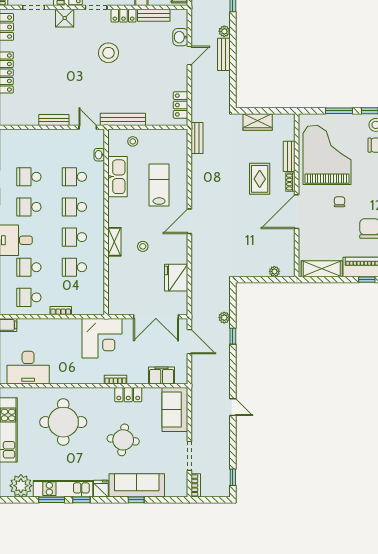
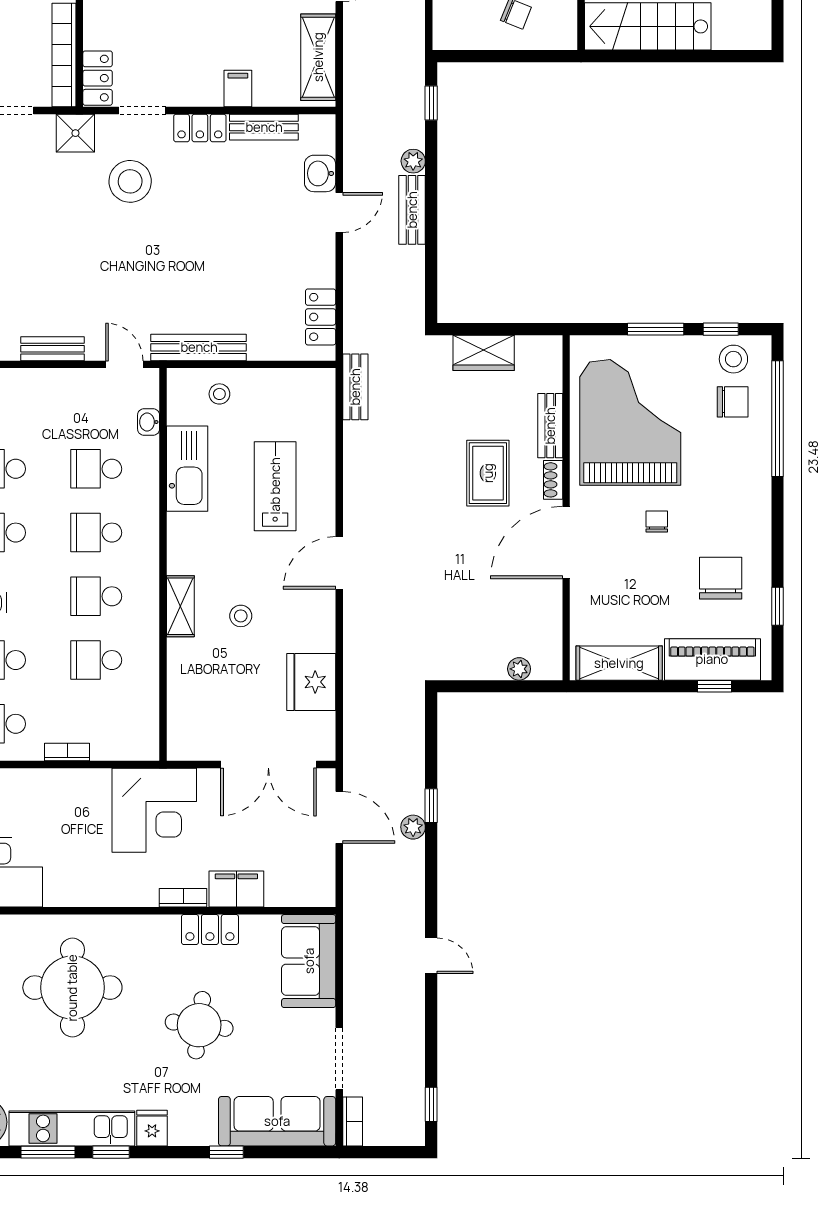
stool: (109, 53) -> (130, 181), moved
plant: (224, 318) -> (413, 827), moved
filing cabinet: (162, 376) -> (236, 889), moved
sofa: (137, 485) -> (277, 1121), moved

